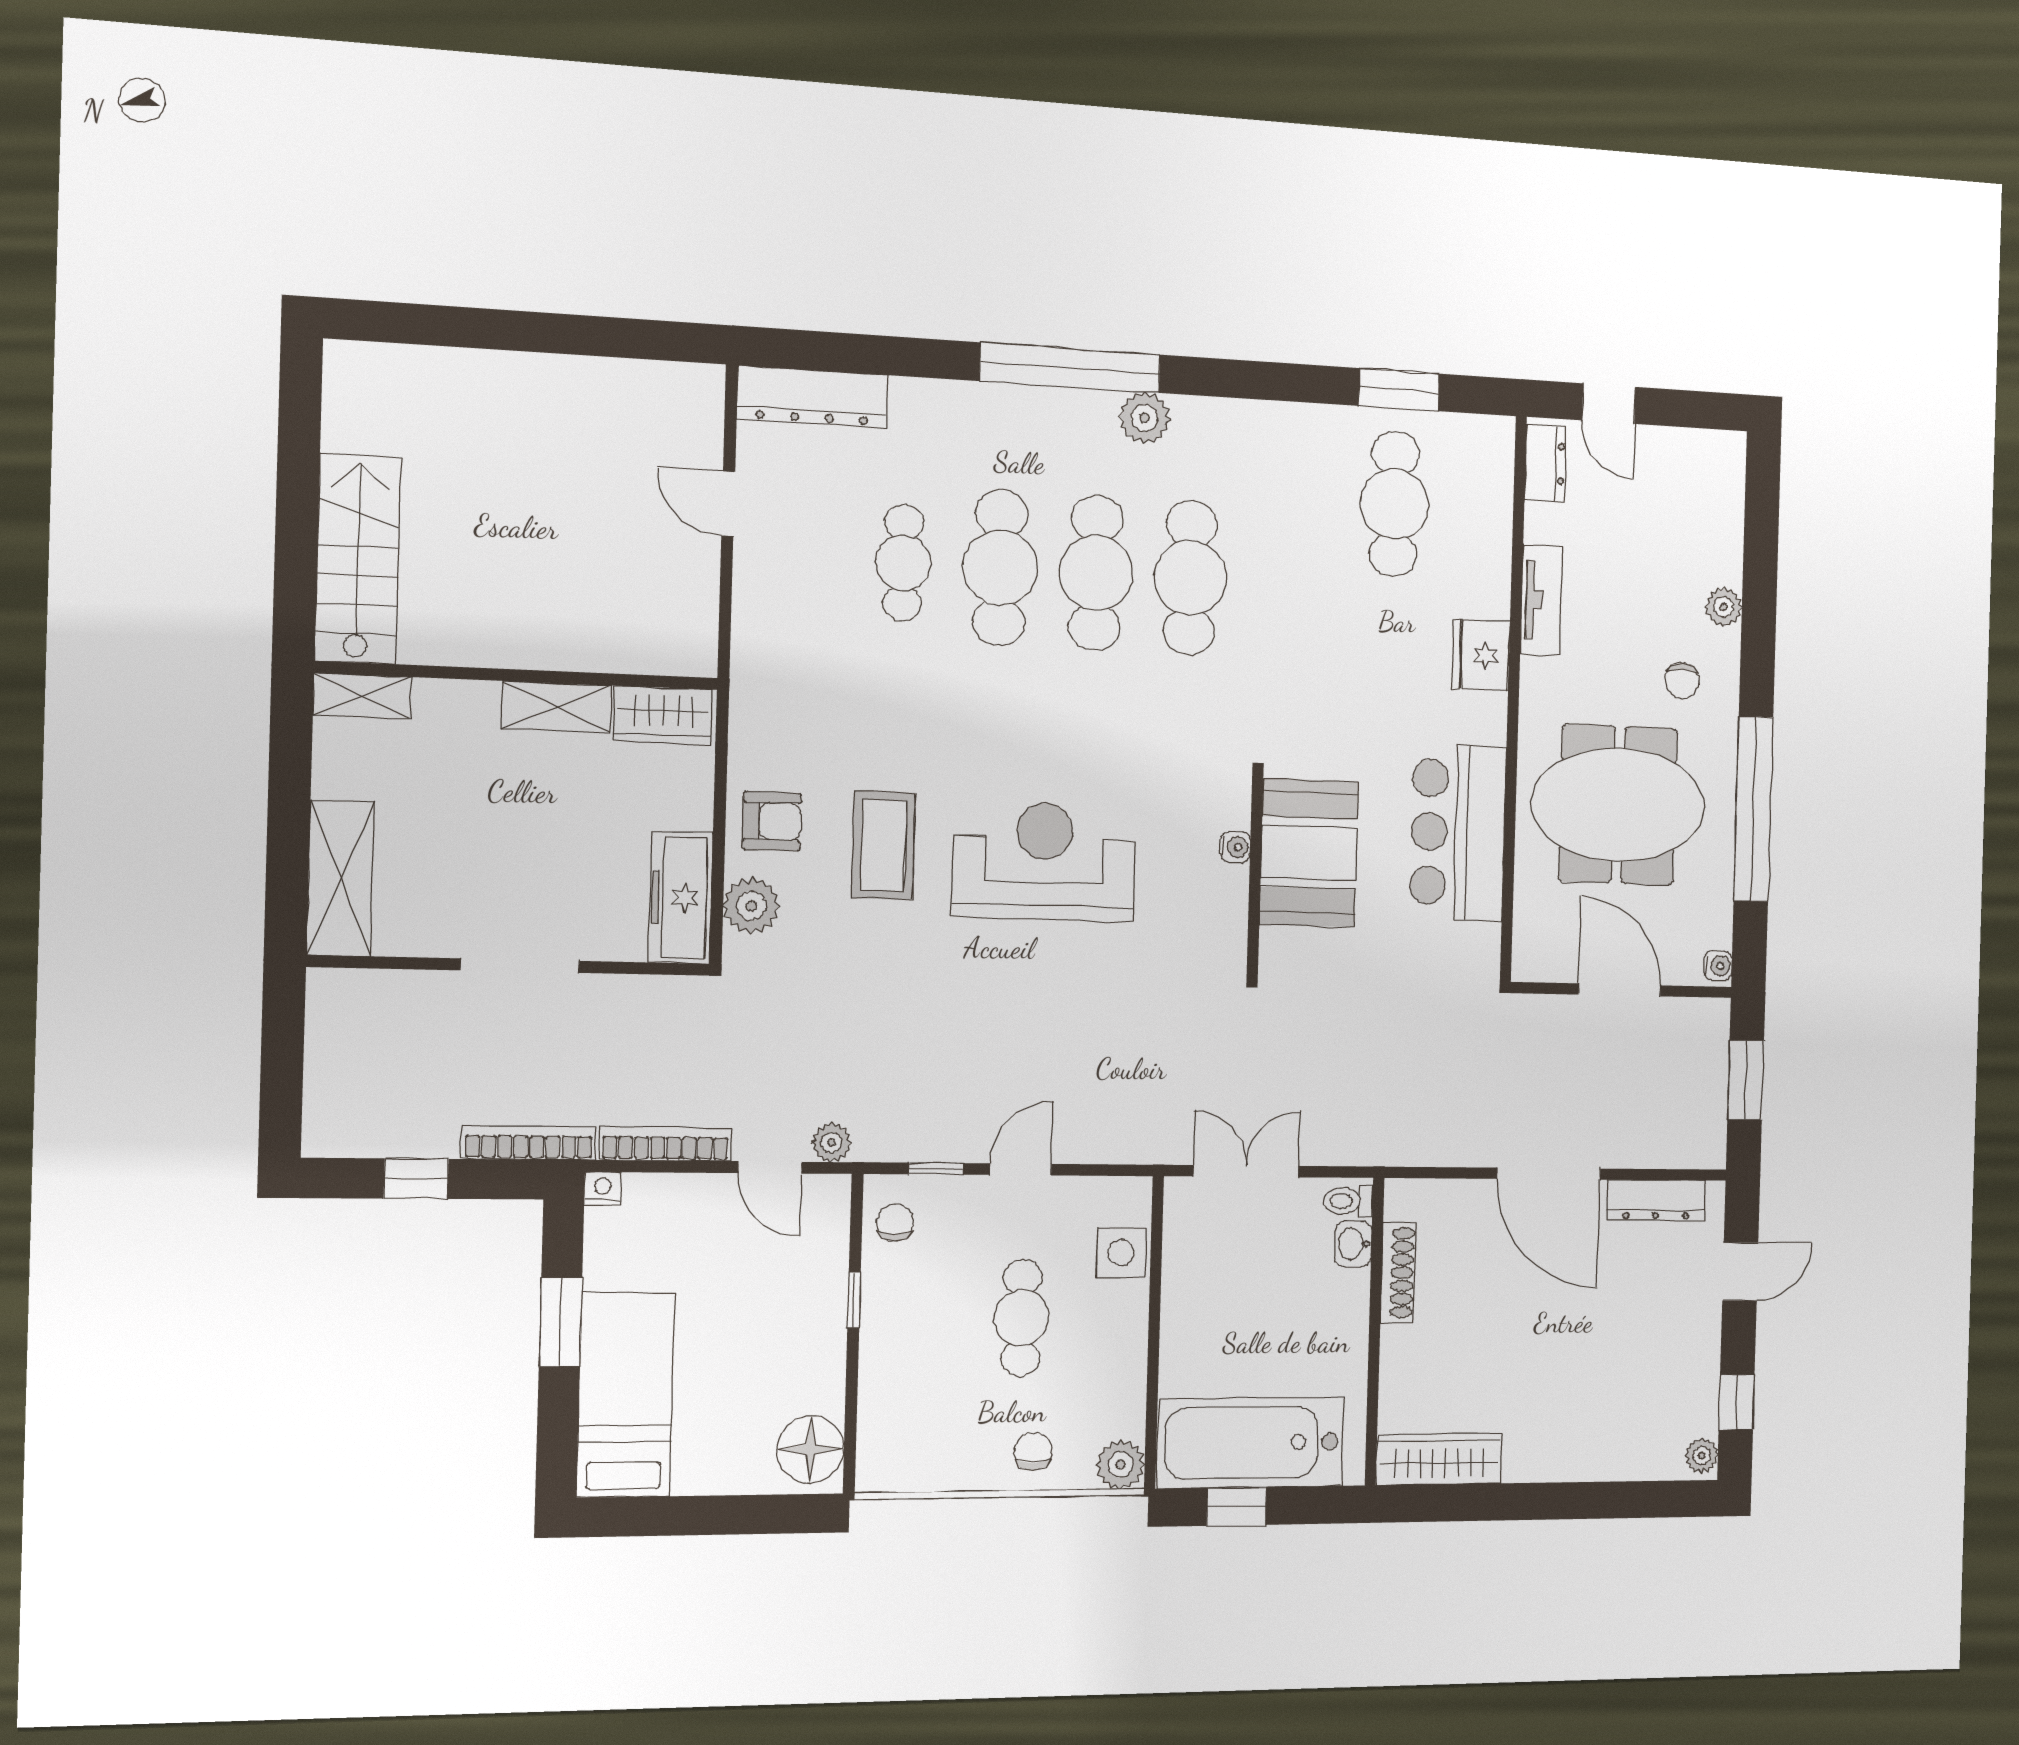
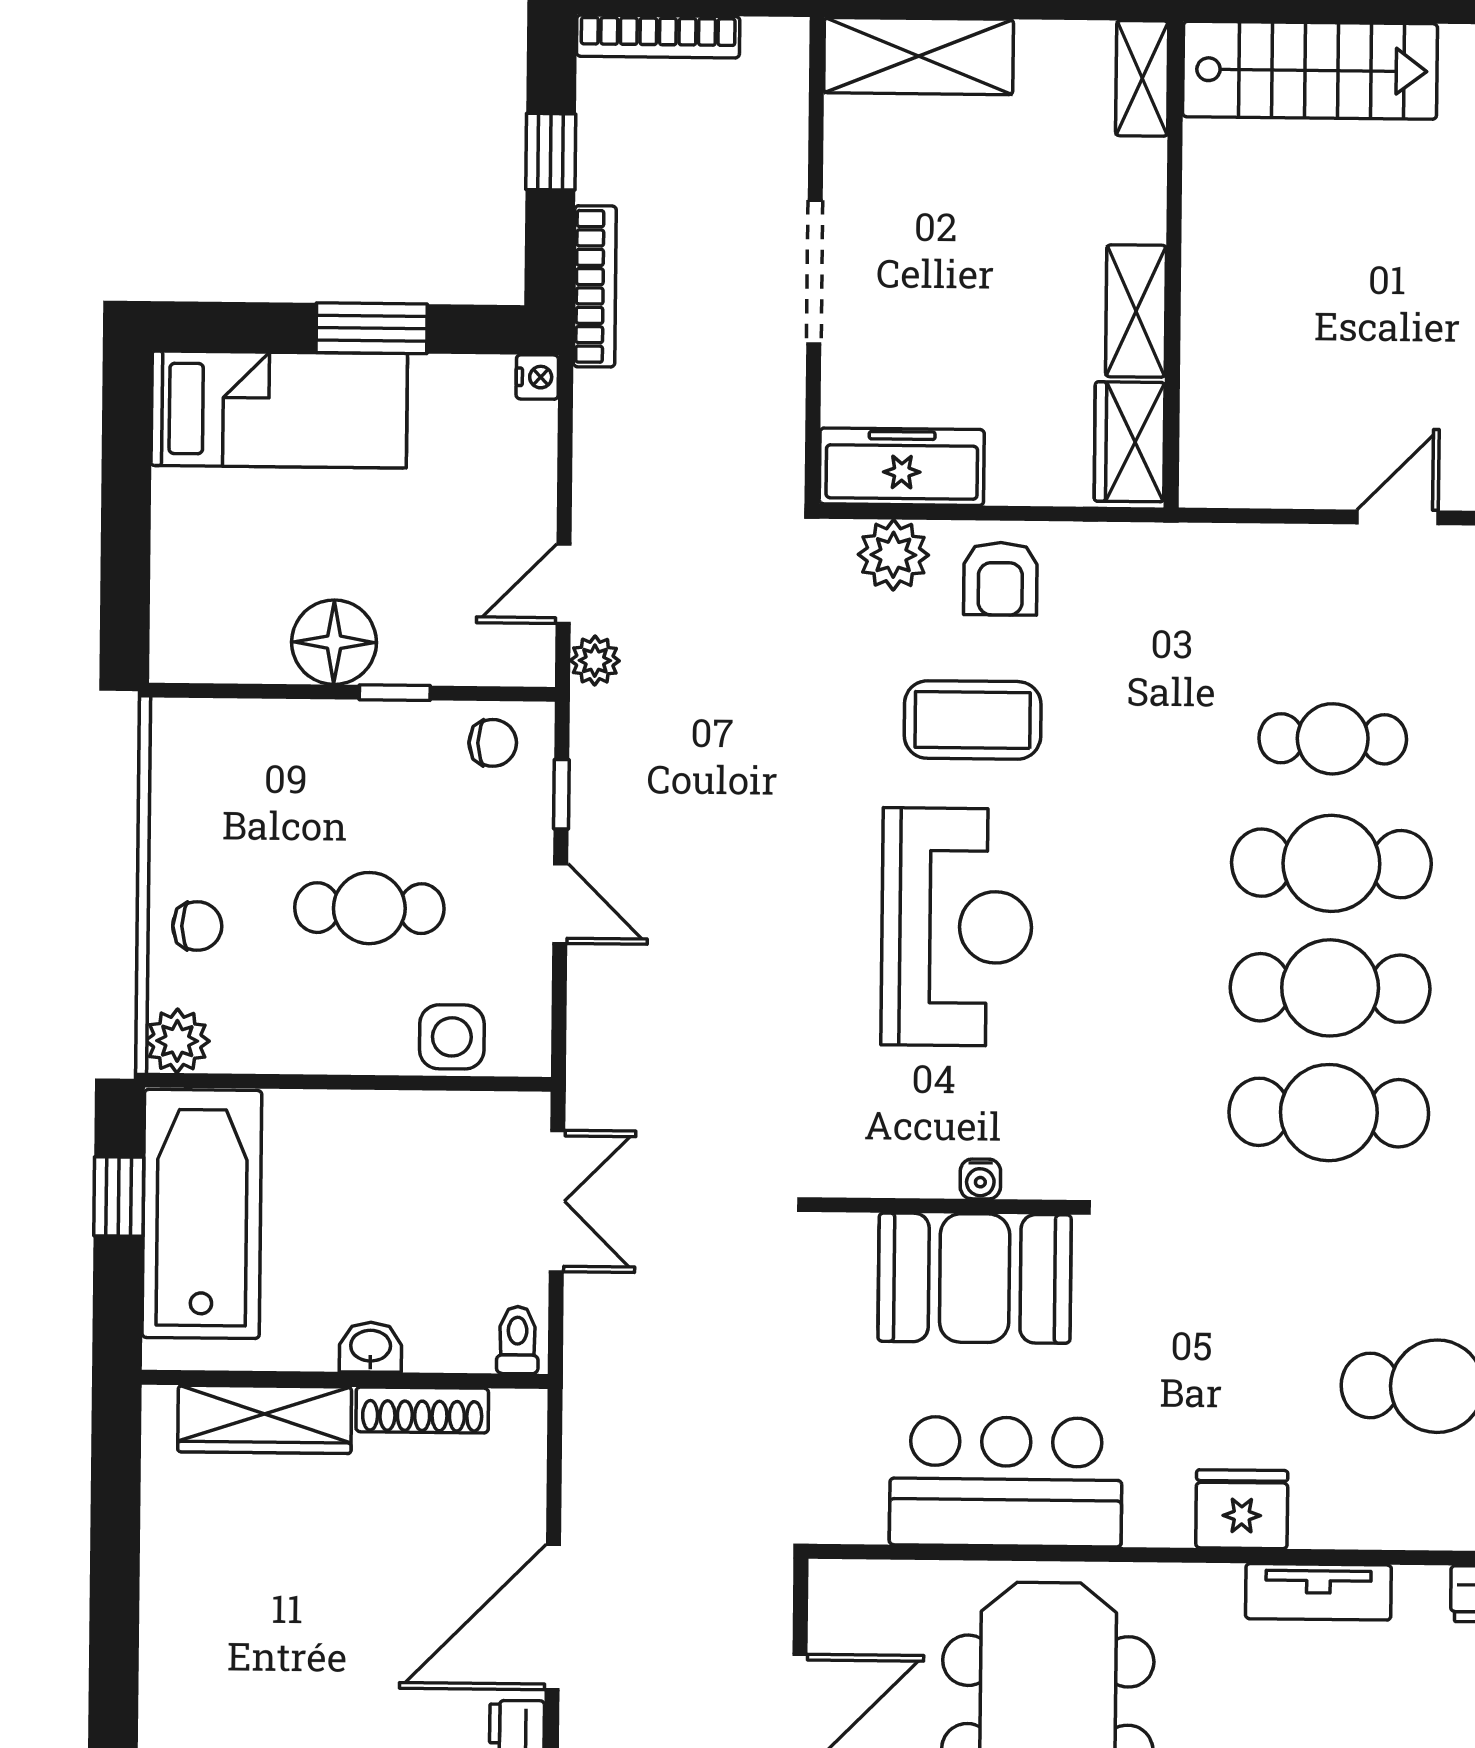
bookcase: (666, 1144) -> (658, 36), moved, turned 90
washbasin: (1353, 1244) -> (371, 1347), moved
floor lamp: (811, 1449) -> (334, 642), moved
wardrobe: (1439, 1459) -> (265, 1419), moved, turned 90

